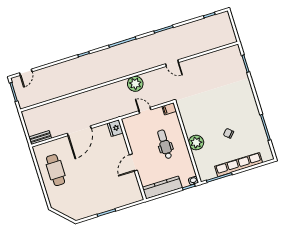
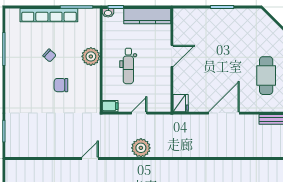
door: (172, 63) -> (90, 159), hinge flipped
door: (145, 110) -> (139, 113), swing flipped
chair: (212, 113) -> (61, 85), added

